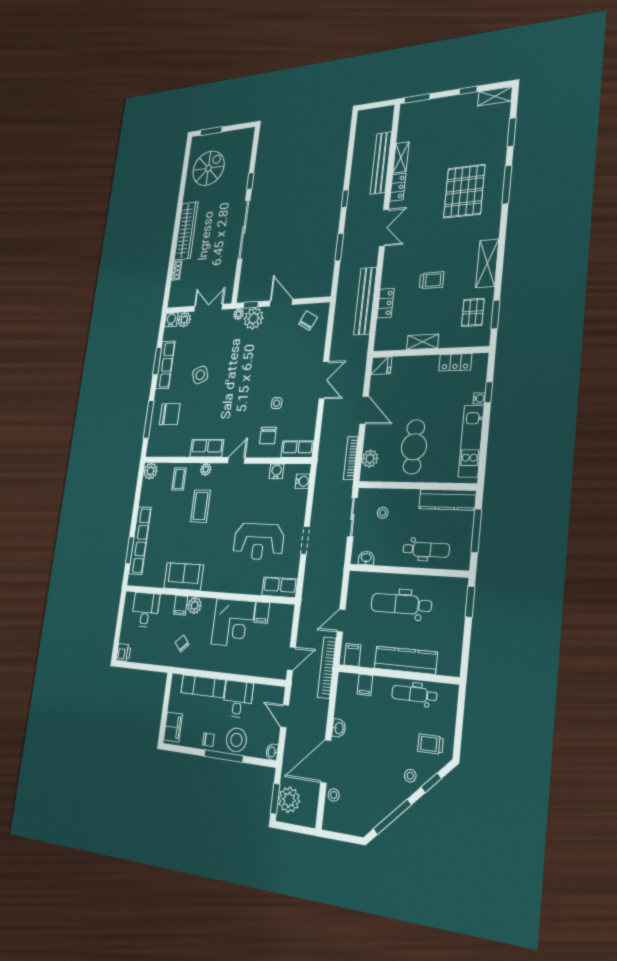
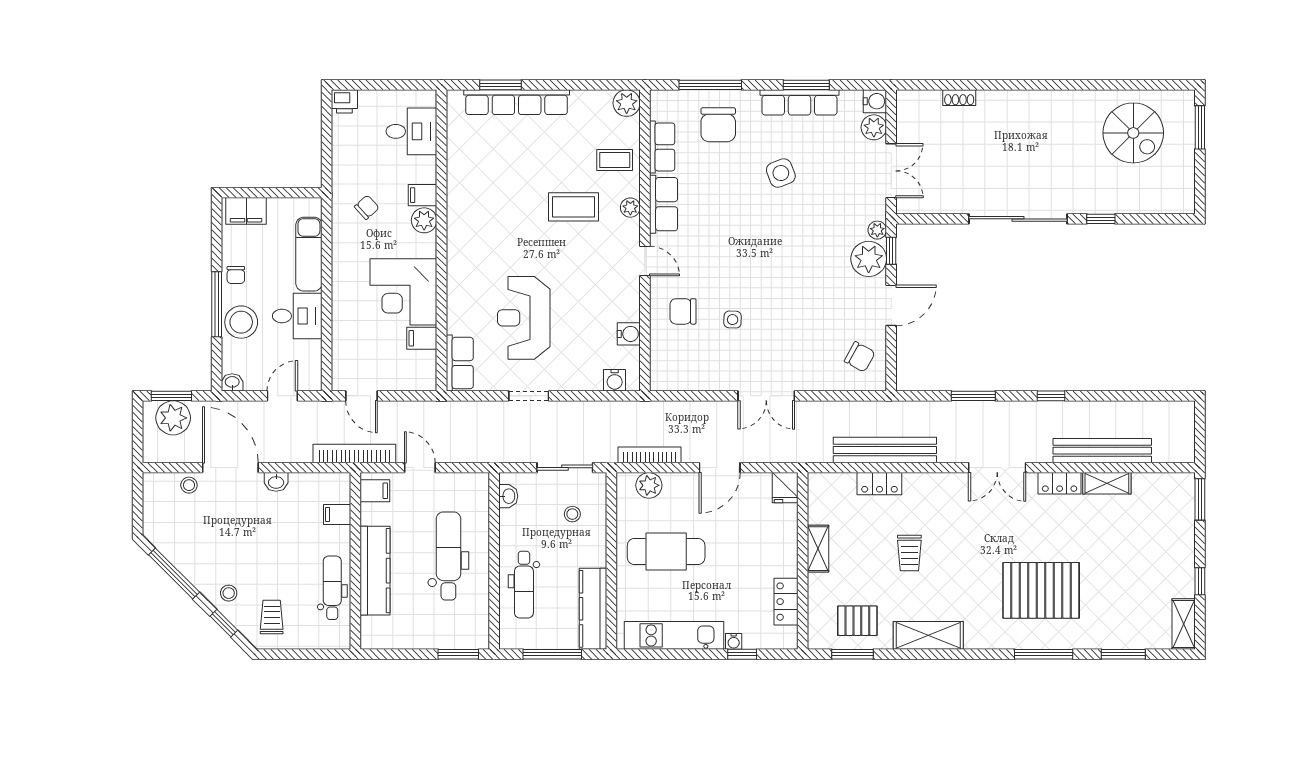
wardrobe: (186, 231) -> (1027, 106), removed
row of seats: (297, 449) -> (662, 147), moved
sofa: (184, 577) -> (466, 194), removed

